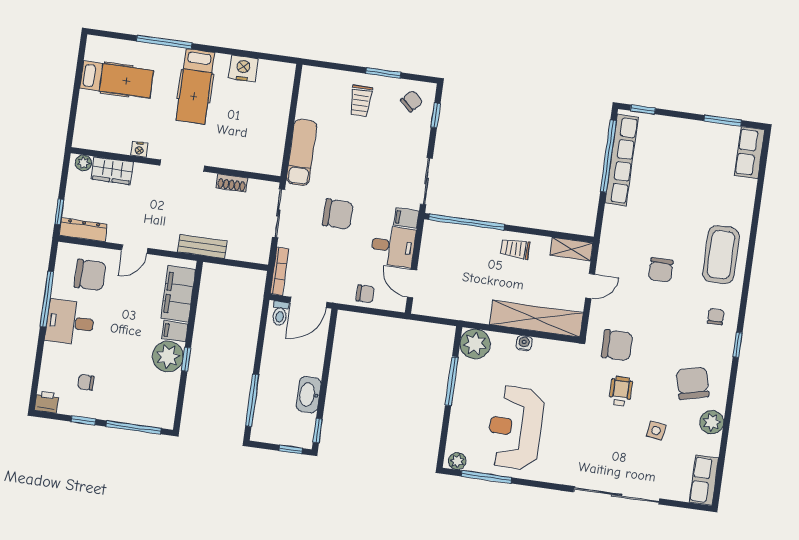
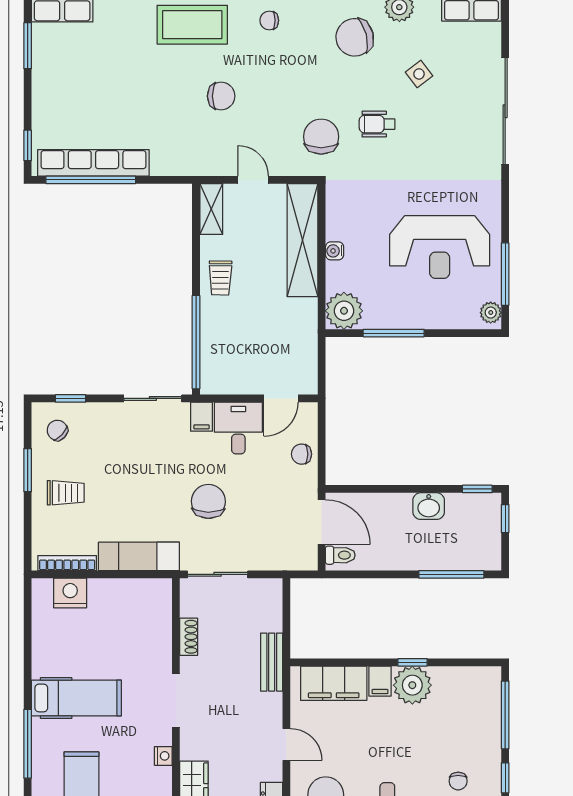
nightstand: (243, 68) -> (70, 593), moved, turned 90
bookcase: (279, 271) -> (67, 563), moved
chair: (365, 294) -> (301, 454), turned -90
washbasin: (309, 395) -> (429, 506), width x0.72
side table: (656, 431) -> (419, 74), turned 45

